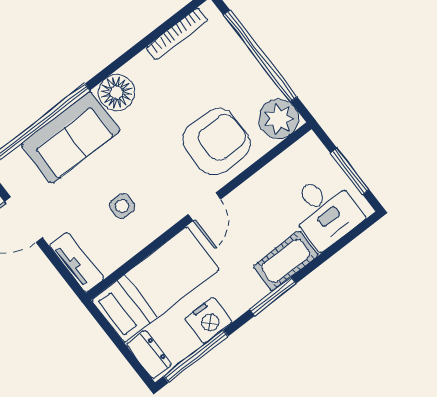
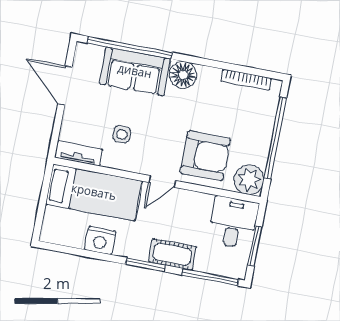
desk: (324, 211) -> (233, 223), moved, turned 180
tv unit: (76, 262) -> (78, 153), moved, turned -90
dresser: (149, 354) -> (51, 224), removed
window: (196, 356) -> (210, 277), moved

